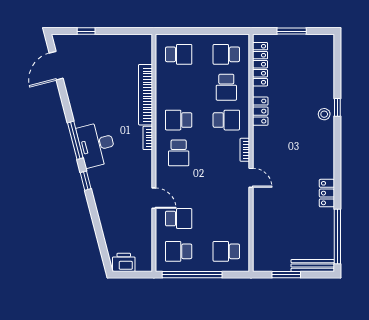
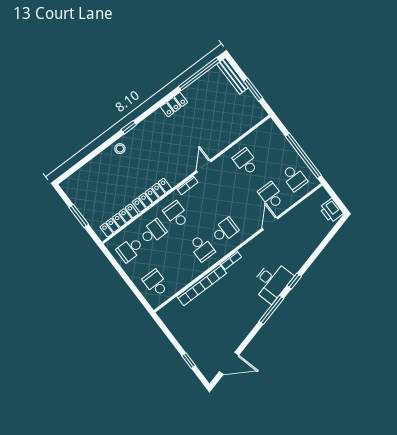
school desk: (226, 54) -> (130, 249), turned 90
window: (337, 107) -> (129, 127), moved
locker: (260, 111) -> (152, 195), width x1.53
desk: (96, 145) -> (272, 281), moved
school desk: (226, 251) -> (246, 162), moved, turned 180

